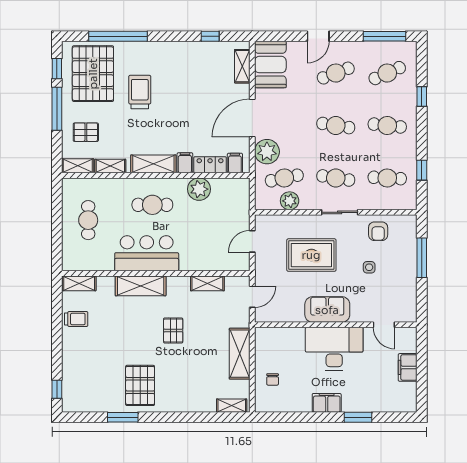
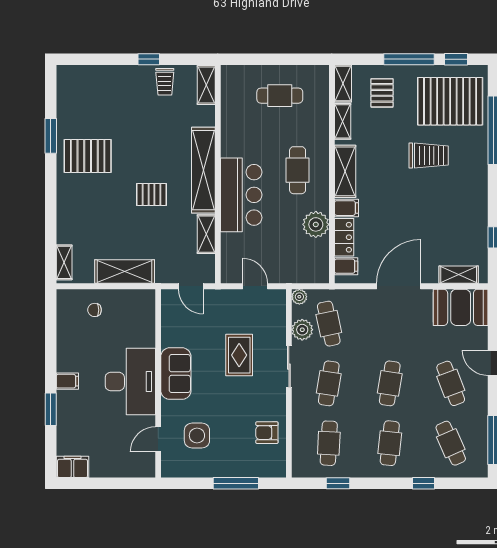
door: (252, 118) -> (399, 286), hinge flipped
plant: (267, 152) -> (299, 297), moved, width x0.53, depth x0.53
sliding door: (340, 212) -> (289, 367), moved
bar counter: (147, 253) -> (241, 195), moved
rug: (311, 255) -> (239, 355), width x0.73, depth x0.70
side table: (369, 267) -> (197, 435), moved, width x1.87, depth x1.87
shelving: (141, 286) -> (203, 170), width x1.47
filing cabinet: (408, 367) -> (72, 467), moved
window: (57, 389) -> (149, 59), moved
filing cabinet: (327, 403) -> (67, 381), width x0.50

